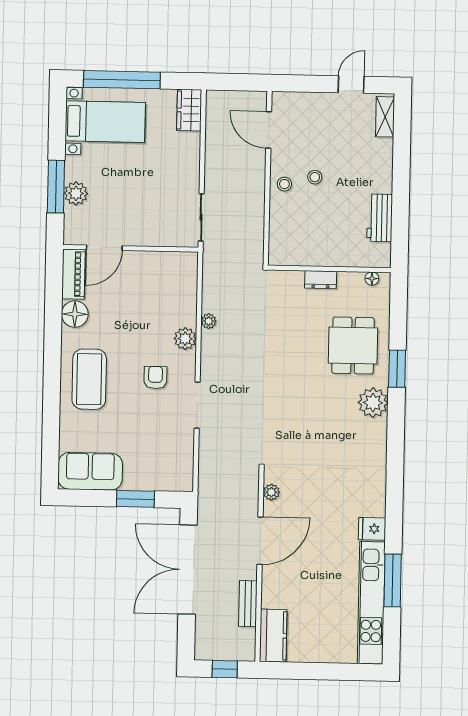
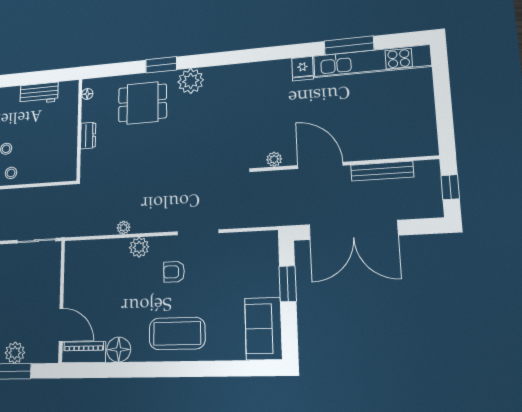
bench: (248, 604) -> (382, 171), width x1.36
kitchen counter: (273, 636) -> (412, 145), removed

